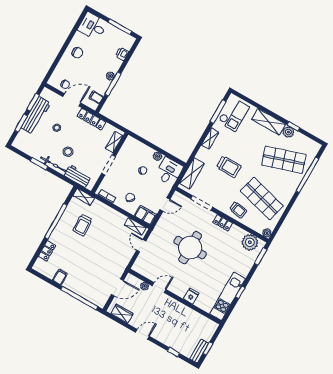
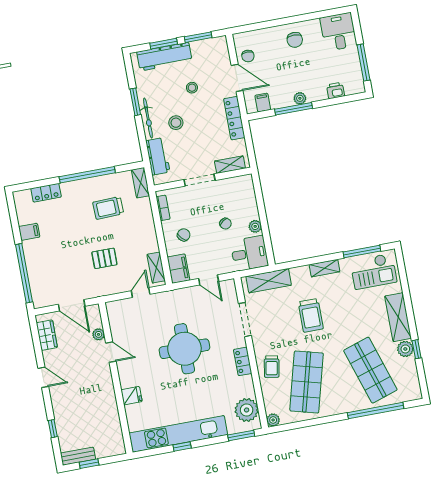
workbench: (36, 115) -> (164, 57), moved
pallet: (107, 249) -> (104, 258), added
kitchen unit: (228, 296) -> (178, 434), width x1.36

